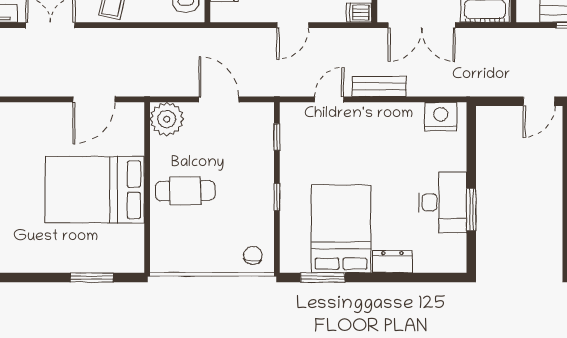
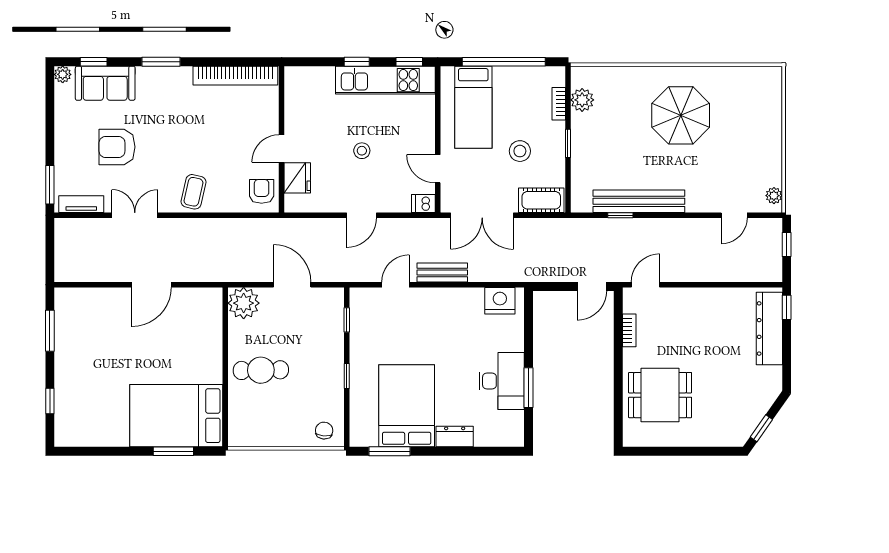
door: (94, 99) -> (152, 285), moved
bed: (95, 190) -> (176, 416), moved

